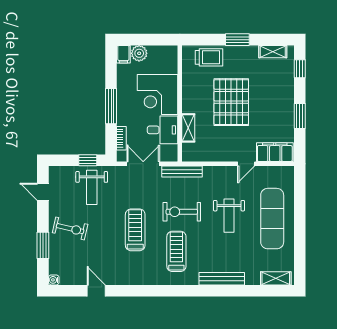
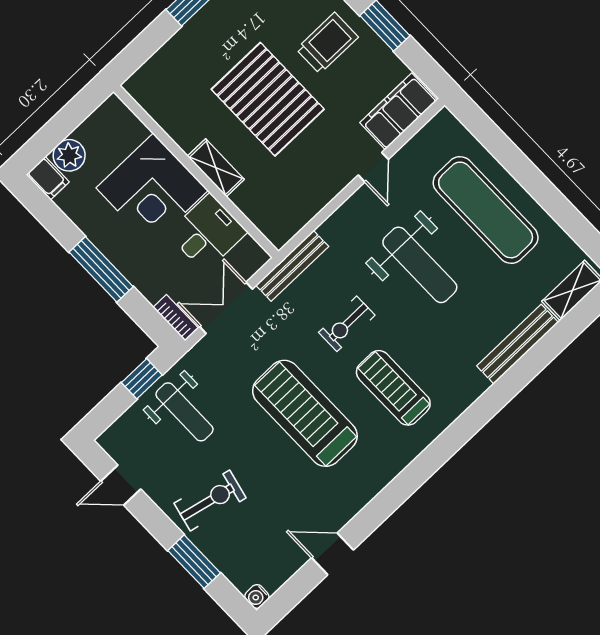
trolley: (209, 57) -> (327, 43), moved
shelving: (188, 128) -> (216, 168), moved
bookcase: (121, 138) -> (176, 318), moved
exercise bike: (182, 212) -> (347, 324), width x0.73, depth x0.72
weight bench: (229, 216) -> (420, 265), width x1.36, depth x1.33
treadmill: (135, 230) -> (305, 413), width x1.37, depth x1.38
bench: (222, 279) -> (518, 344), moved

